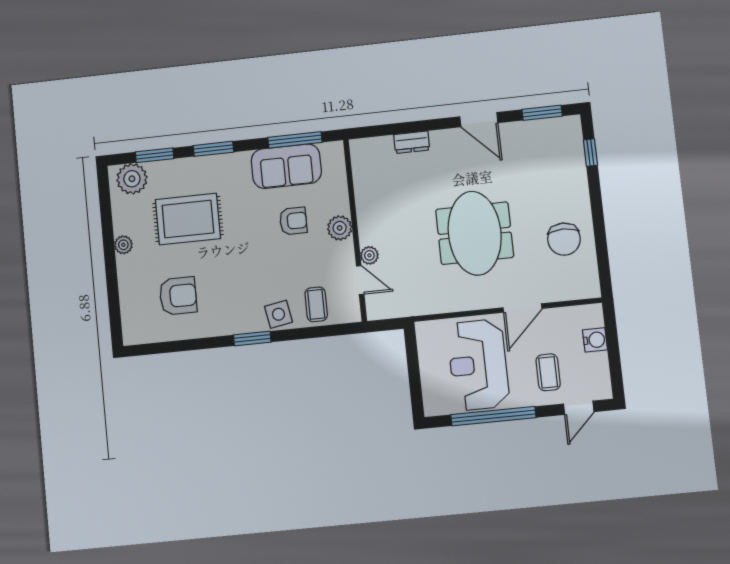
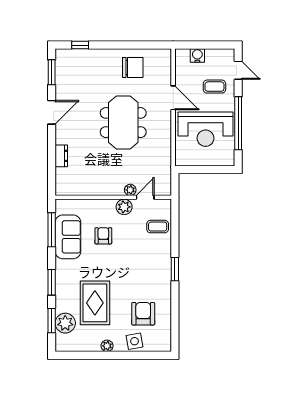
plant: (132, 179) -> (65, 323), moved
plant: (340, 228) -> (124, 207), moved
meeting table: (475, 233) -> (123, 123), turned 90
side table: (278, 314) -> (135, 341), moved

